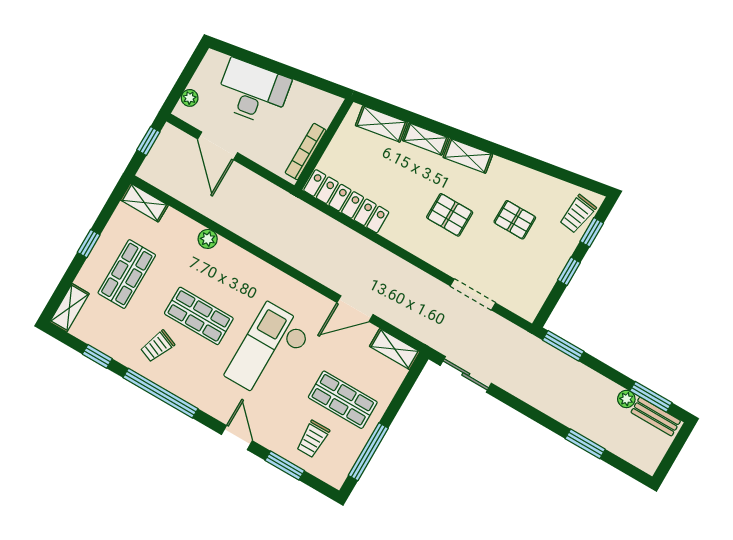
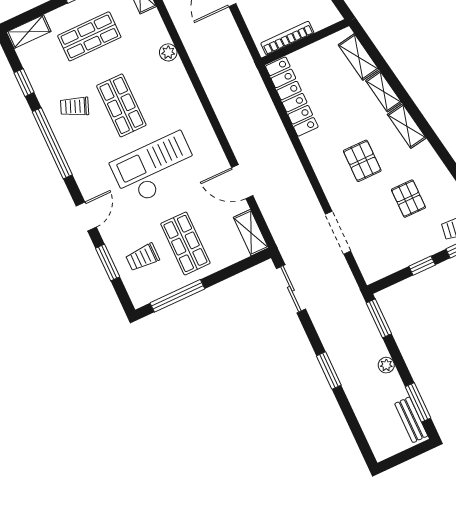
plant: (626, 399) -> (386, 365), moved
window: (585, 444) -> (329, 370), moved

